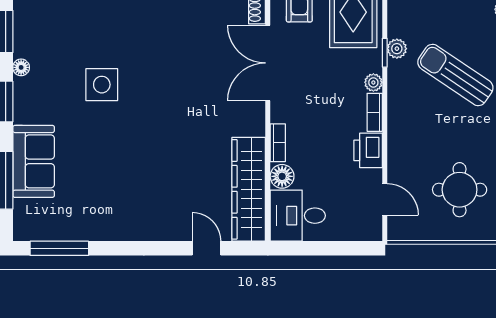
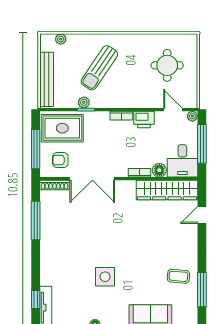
plant: (373, 82) -> (192, 116), moved
door: (385, 199) -> (173, 110), hinge flipped
coffee table: (102, 209) -> (178, 276), added
window: (59, 248) -> (202, 290), moved
window: (327, 248) -> (202, 144), added

